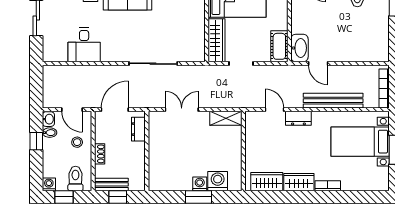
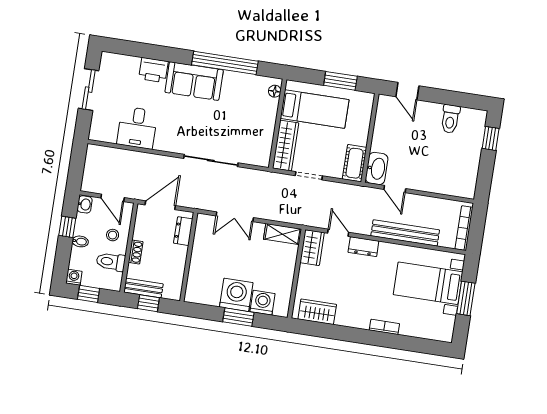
double door: (182, 110) -> (235, 217), swing flipped
bidet: (50, 133) -> (80, 241), moved
toilet: (75, 178) -> (111, 262), moved, turned -90
wardrobe: (299, 182) -> (312, 248), moved, turned 90
washing machine: (200, 184) -> (236, 295), width x1.89, depth x1.89

